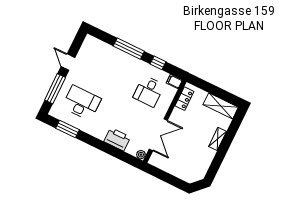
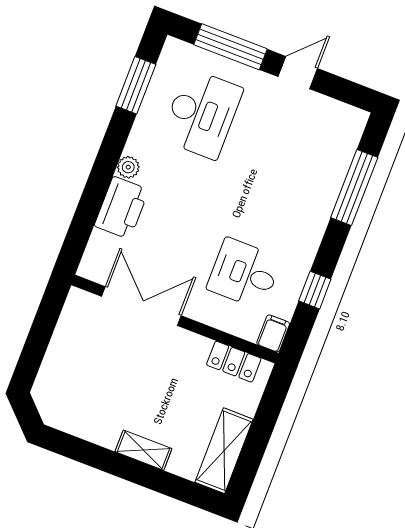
window: (129, 49) -> (354, 188), moved
double door: (158, 135) -> (141, 306), swing flipped
plant: (141, 155) -> (128, 167), moved

